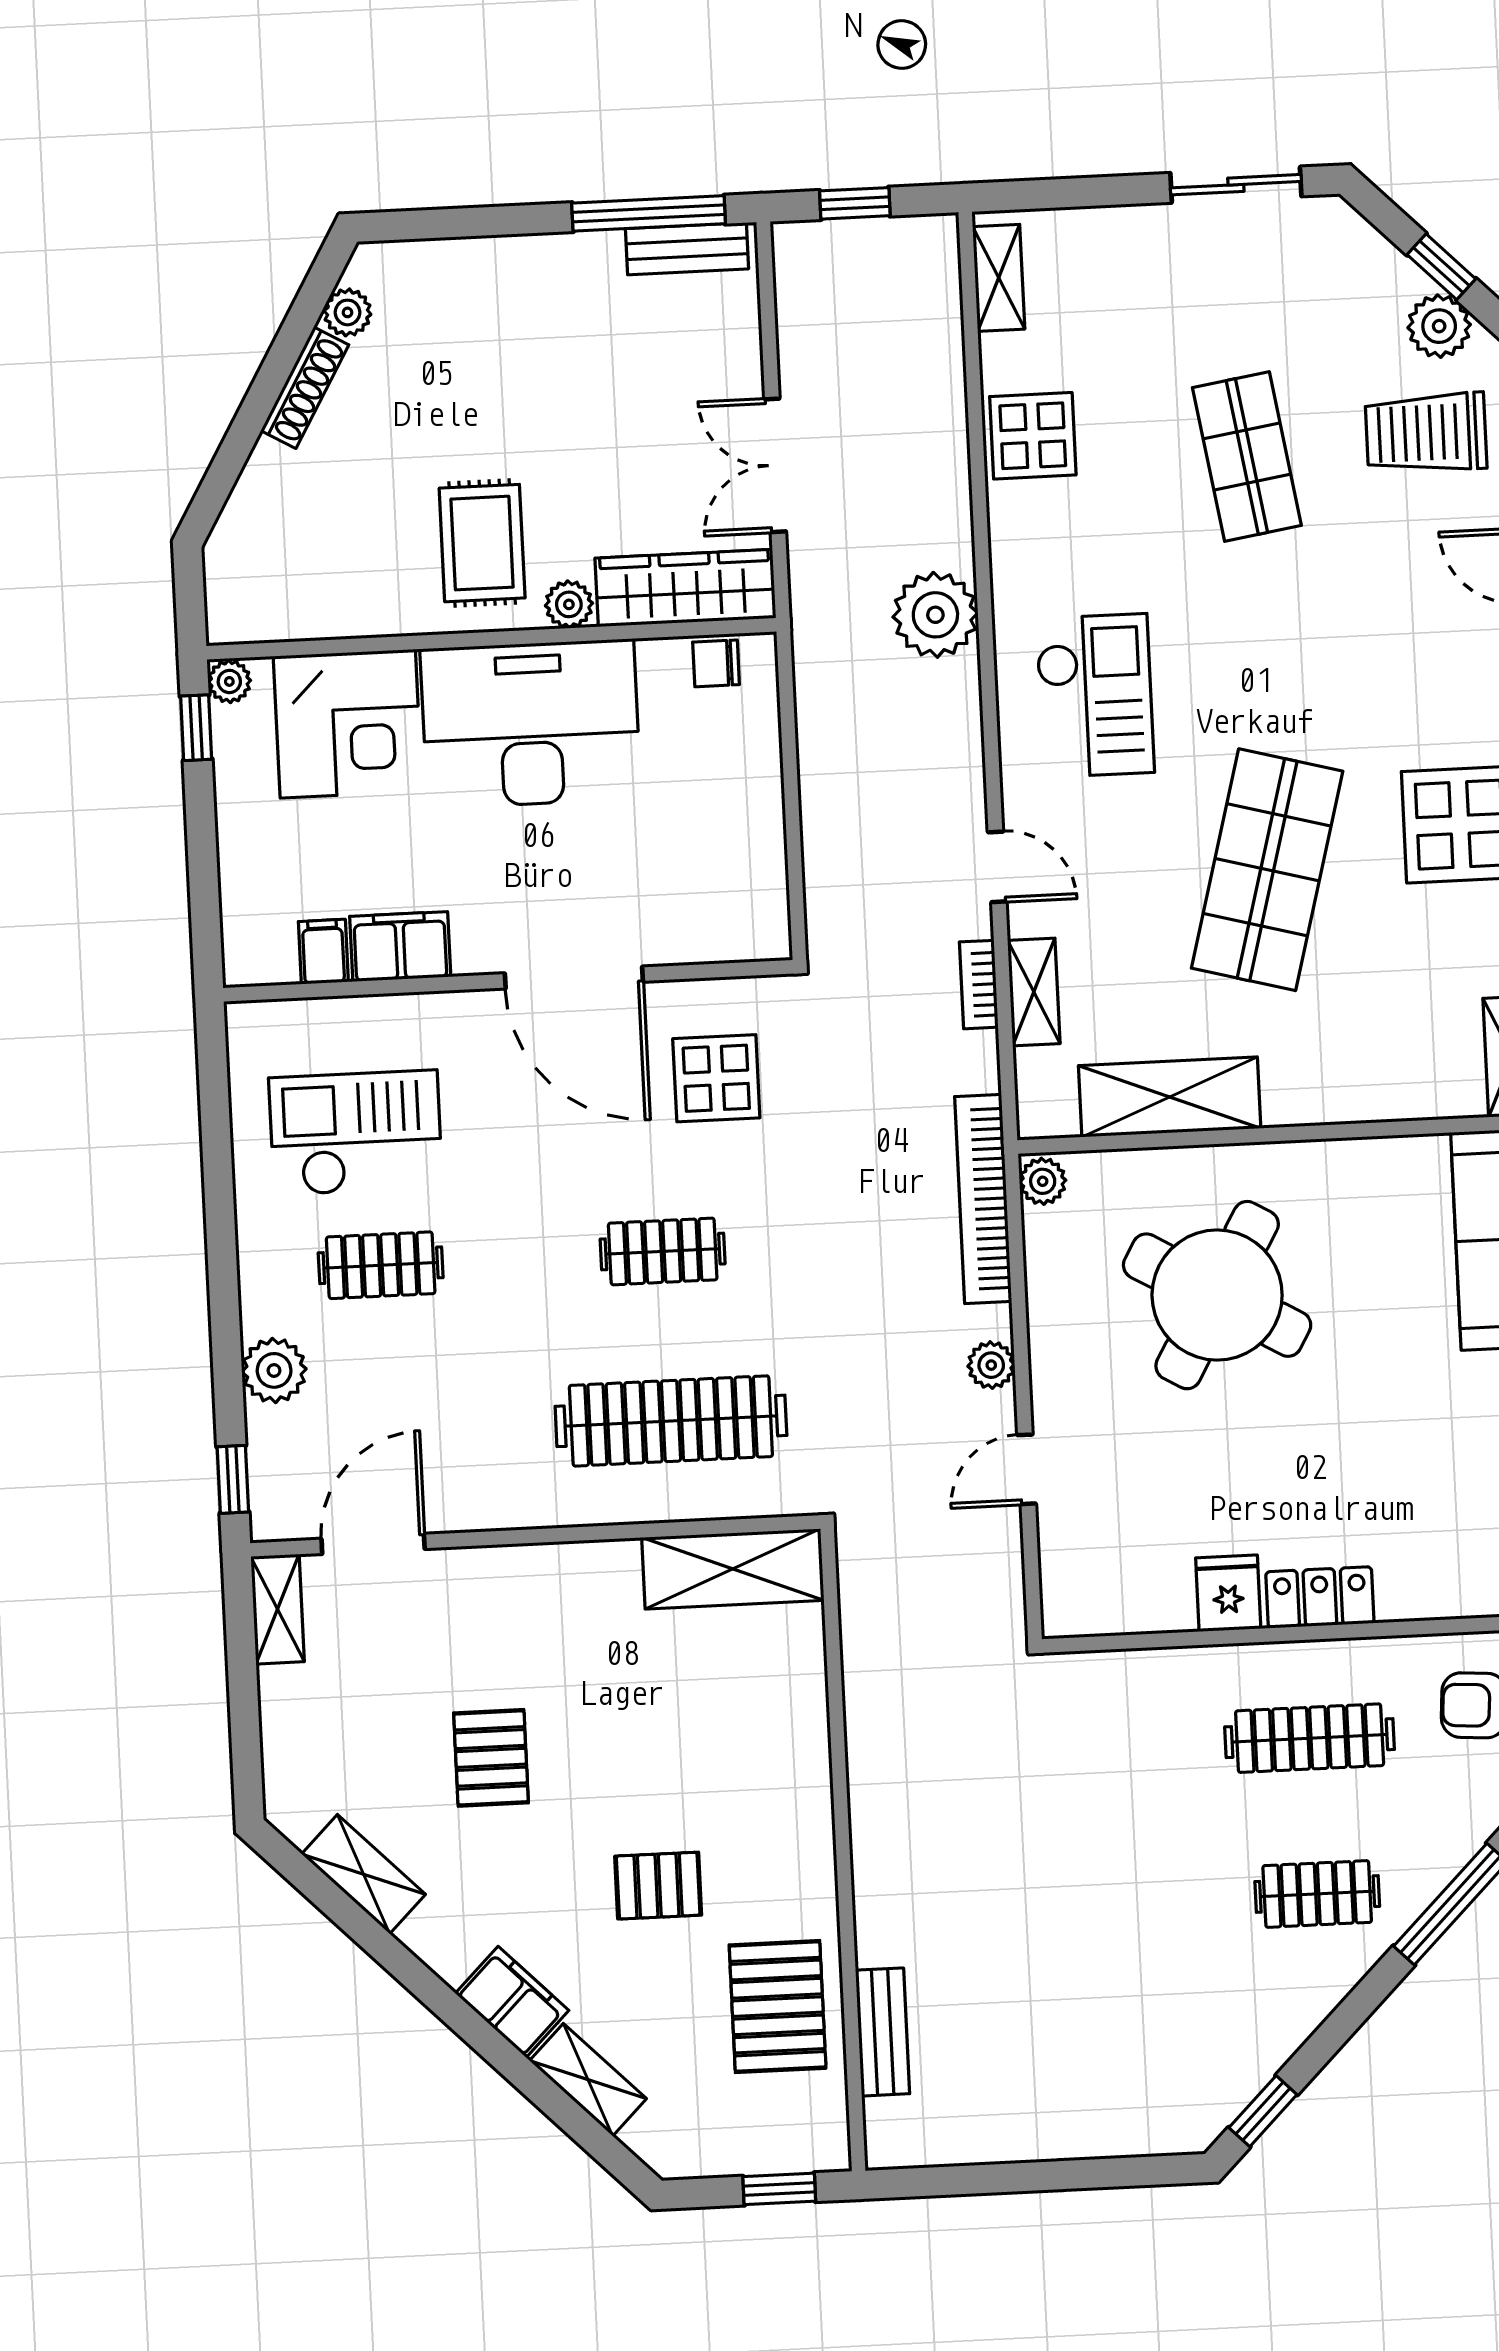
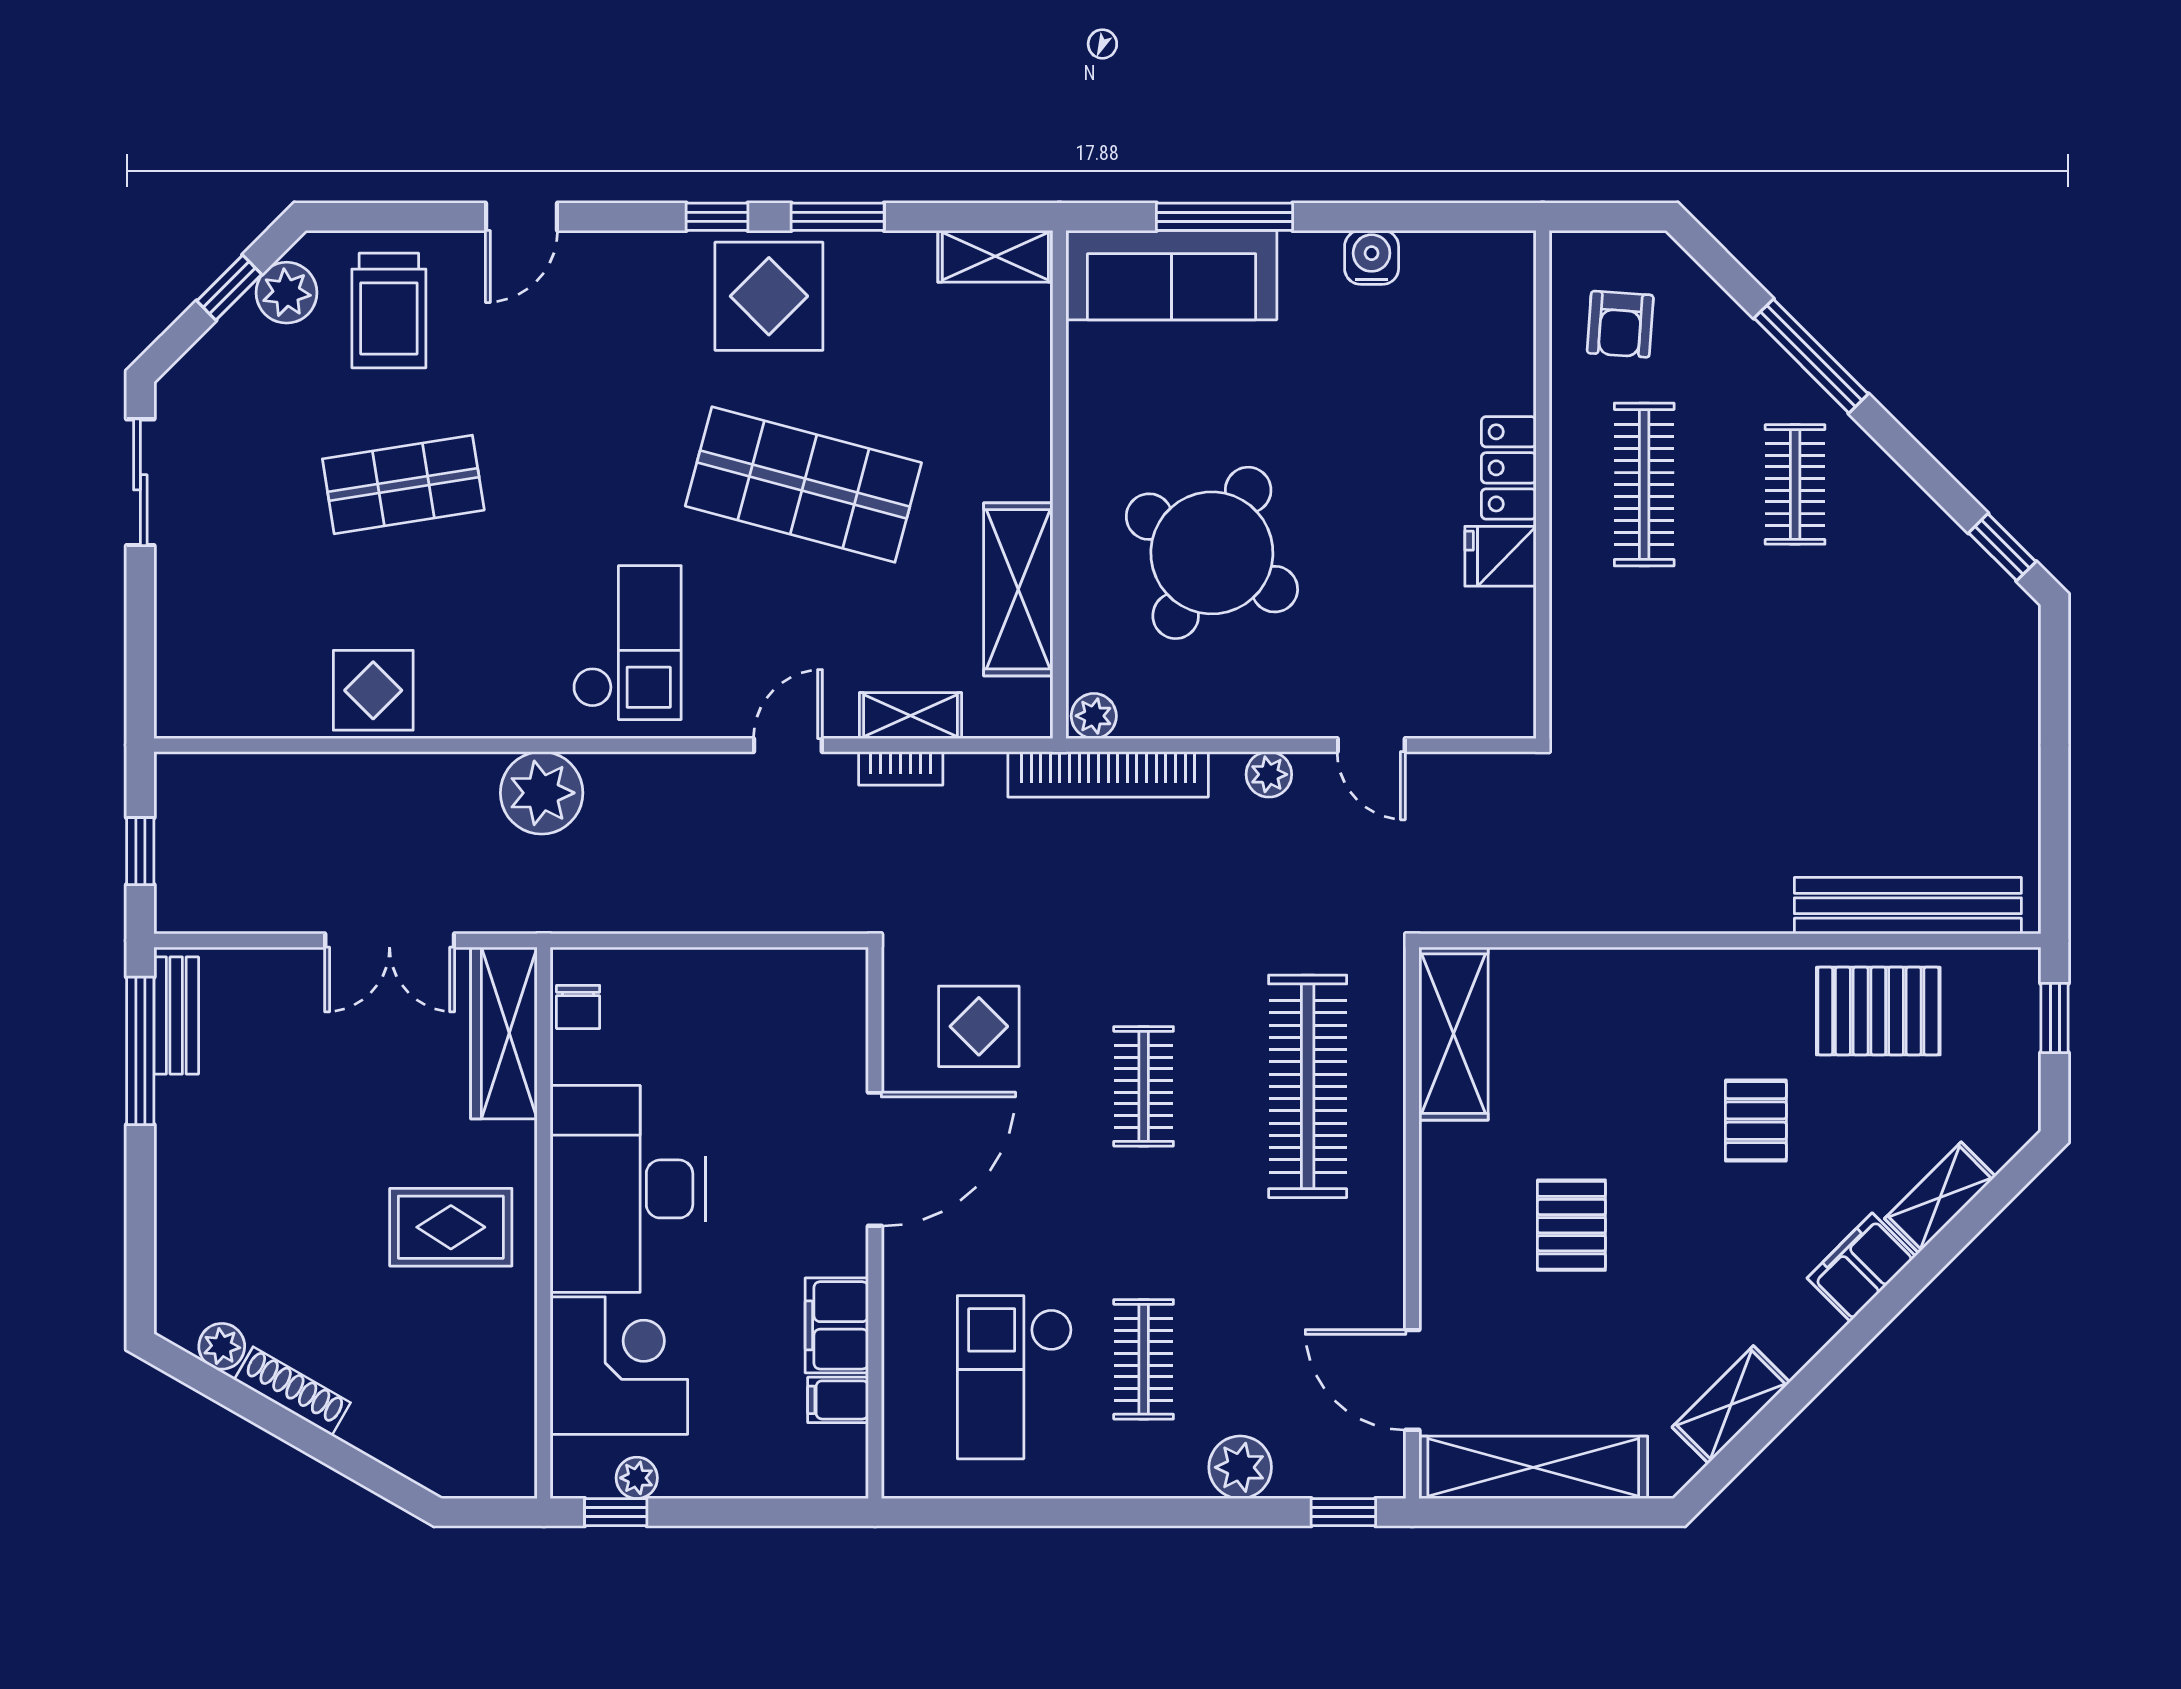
shelving: (999, 278) -> (219, 716), removed
plant: (569, 604) -> (514, 1146), removed
plant: (229, 681) -> (637, 1478), moved
checkout: (1095, 696) -> (627, 643), turned 90
shelving: (278, 1609) -> (1533, 1467), width x2.20, depth x1.33
pallet: (491, 1758) -> (1571, 1225), moved, turned 90
bench: (883, 2032) -> (1908, 906), width x1.86, depth x1.21

